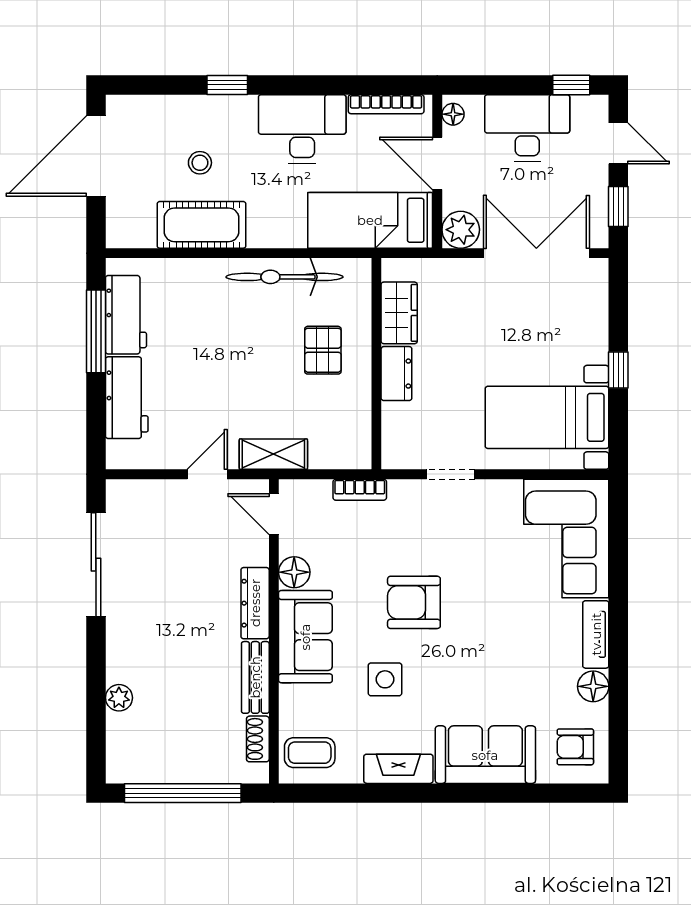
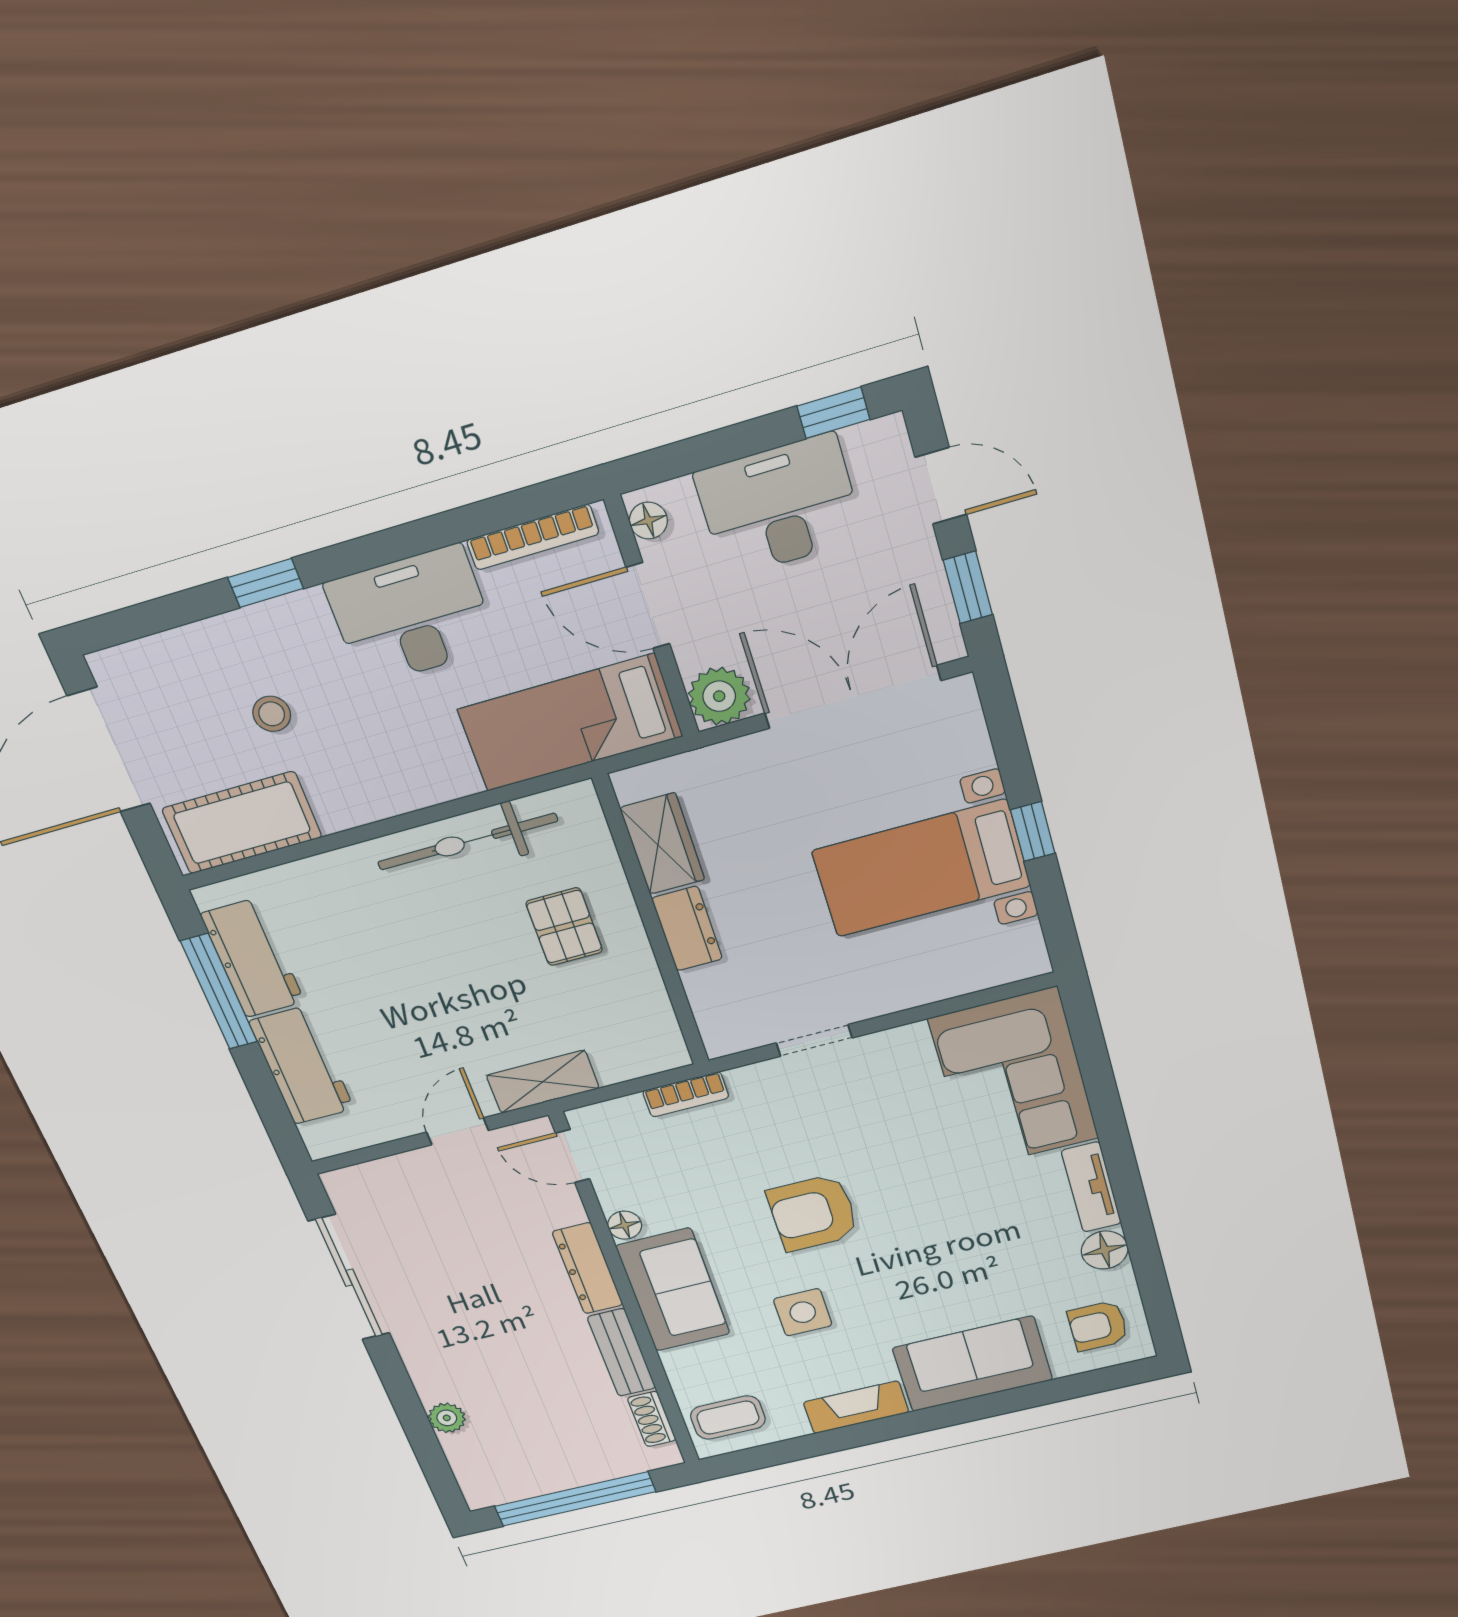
cot: (201, 225) -> (242, 823), moved
bed with nightstands: (547, 417) -> (921, 868), moved
floor lamp: (294, 572) -> (625, 1225), width x0.73, depth x0.73

